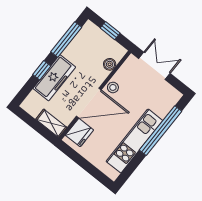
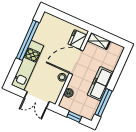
window: (42, 70) -> (115, 76), removed
freezer: (54, 78) -> (100, 84), moved
window: (161, 131) -> (28, 40), moved
kitchen unit: (134, 141) -> (27, 65), moved

